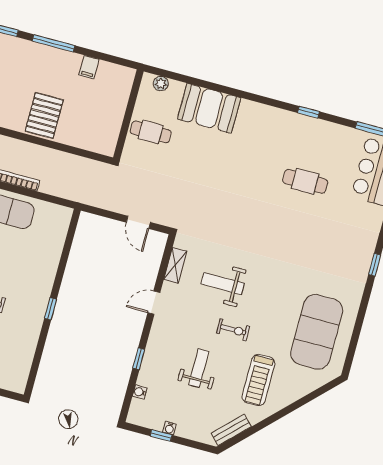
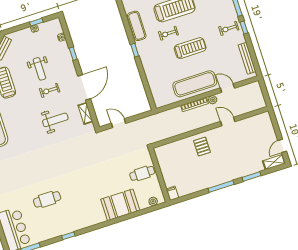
filing cabinet: (89, 67) -> (172, 193), moved
pallet: (44, 116) -> (202, 147), width x0.67, depth x0.71
door: (154, 303) -> (84, 87), width x1.88
exercise bike: (233, 330) -> (50, 90), moved
exercise mat: (26, 340) -> (137, 26), added

